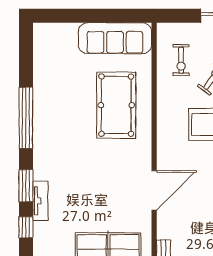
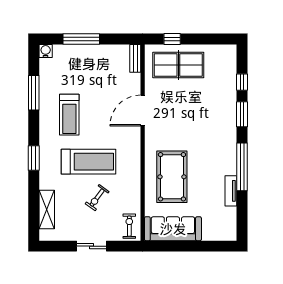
exercise bike: (181, 60) -> (129, 226), moved
tv unit: (40, 201) -> (231, 191), moved

